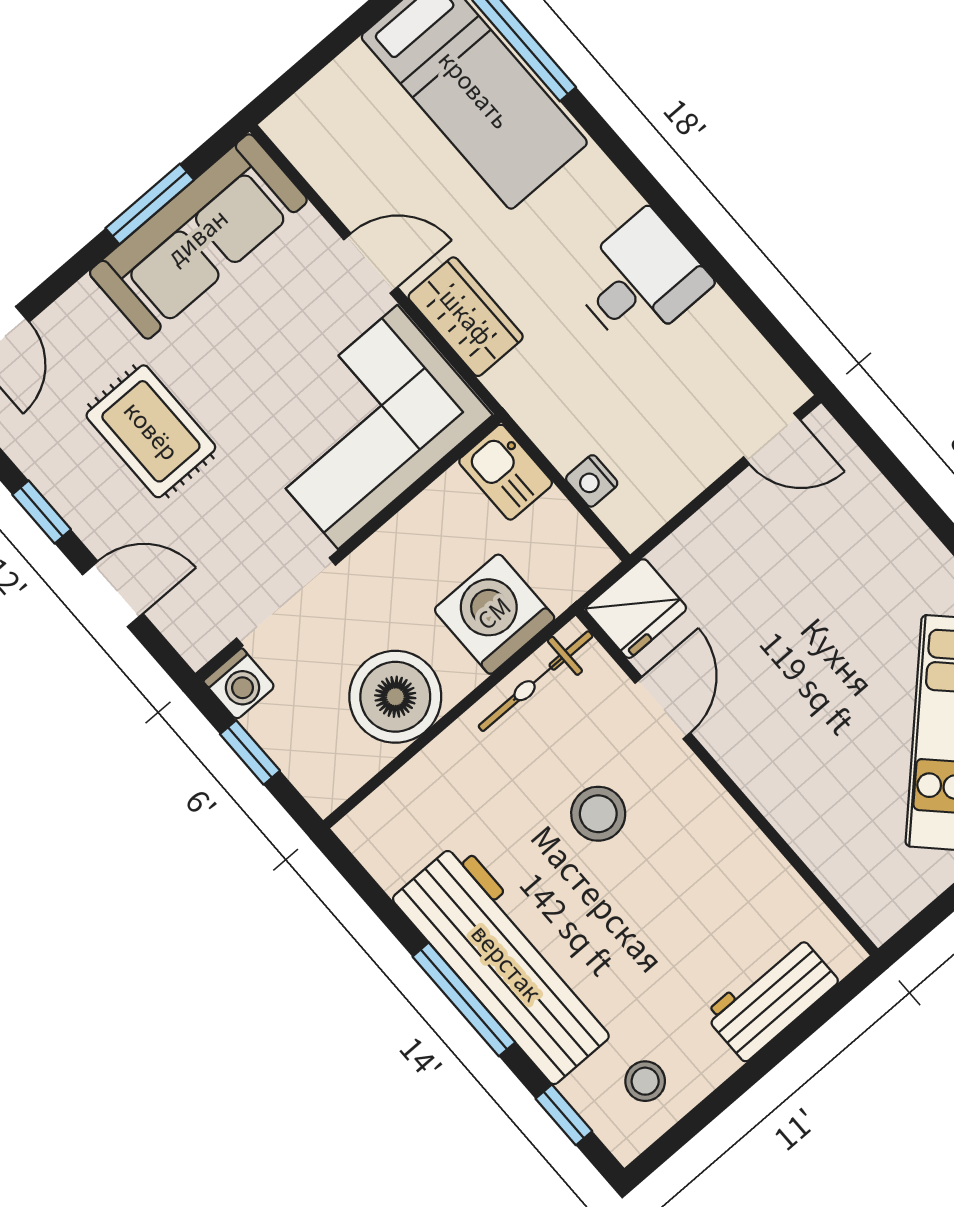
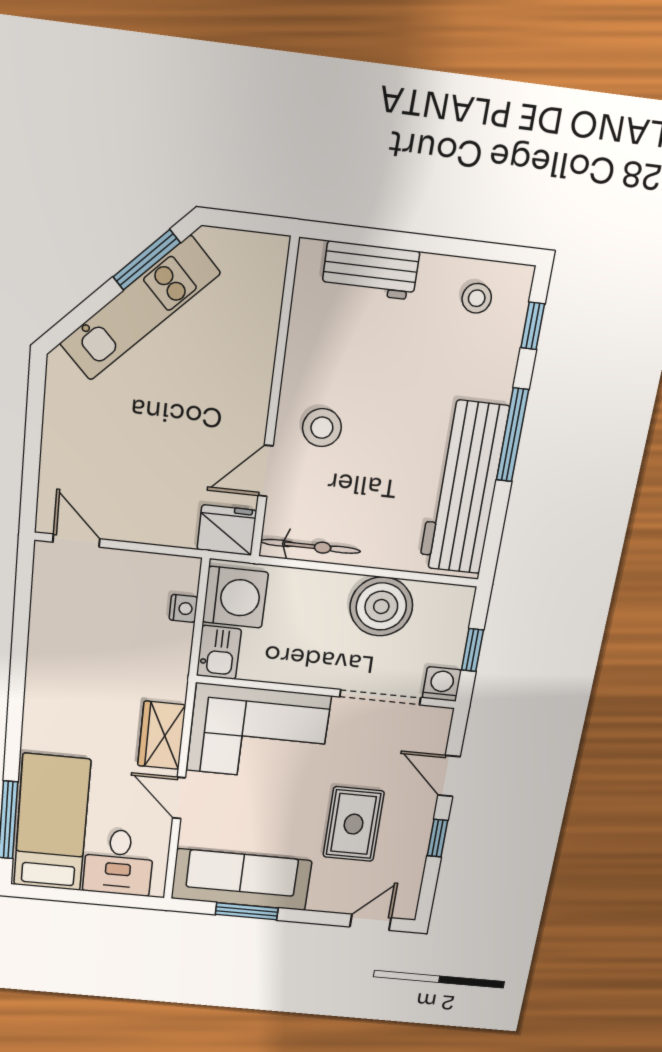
desk: (640, 280) -> (119, 862), moved, turned -90
washing machine: (494, 614) -> (235, 597), moved, turned -90
stool: (598, 814) -> (322, 428), moved
workbench: (506, 963) -> (463, 488), moved

